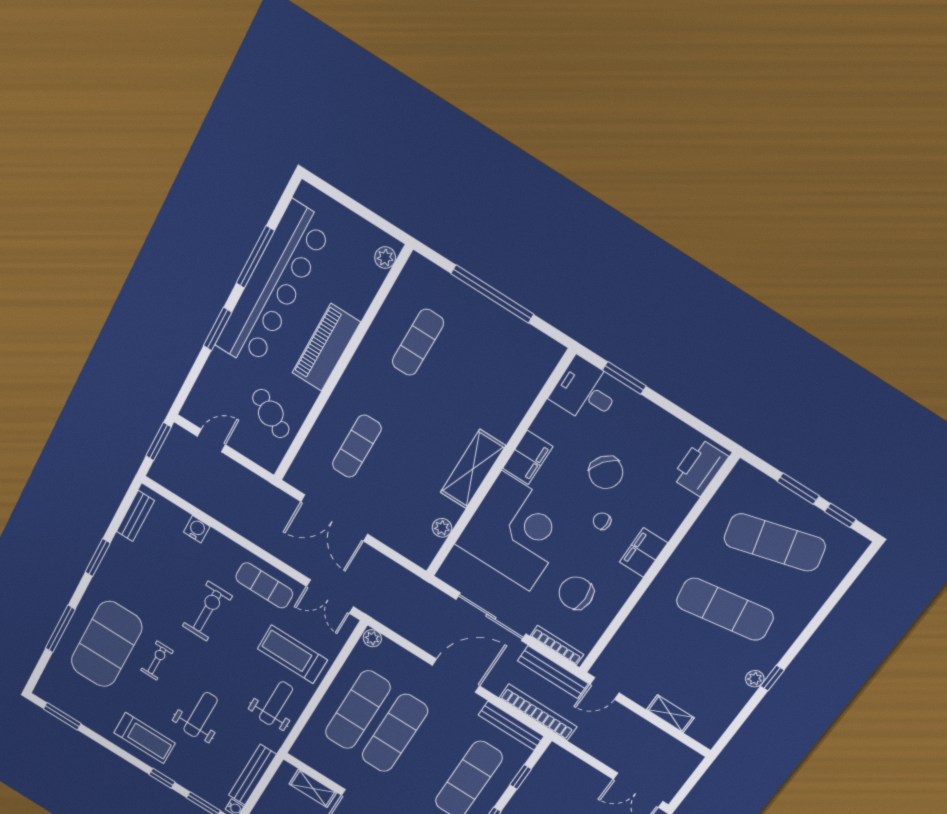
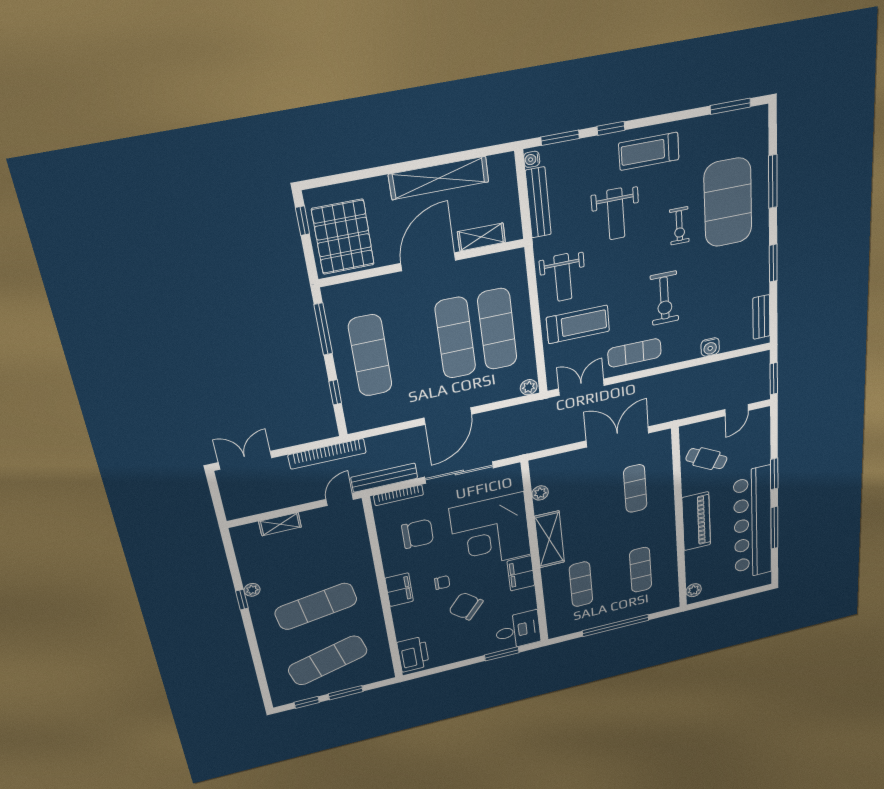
exercise mat: (485, 385) -> (581, 584), added
bookcase: (538, 712) -> (327, 454), moved
bench: (511, 726) -> (377, 420), removed

